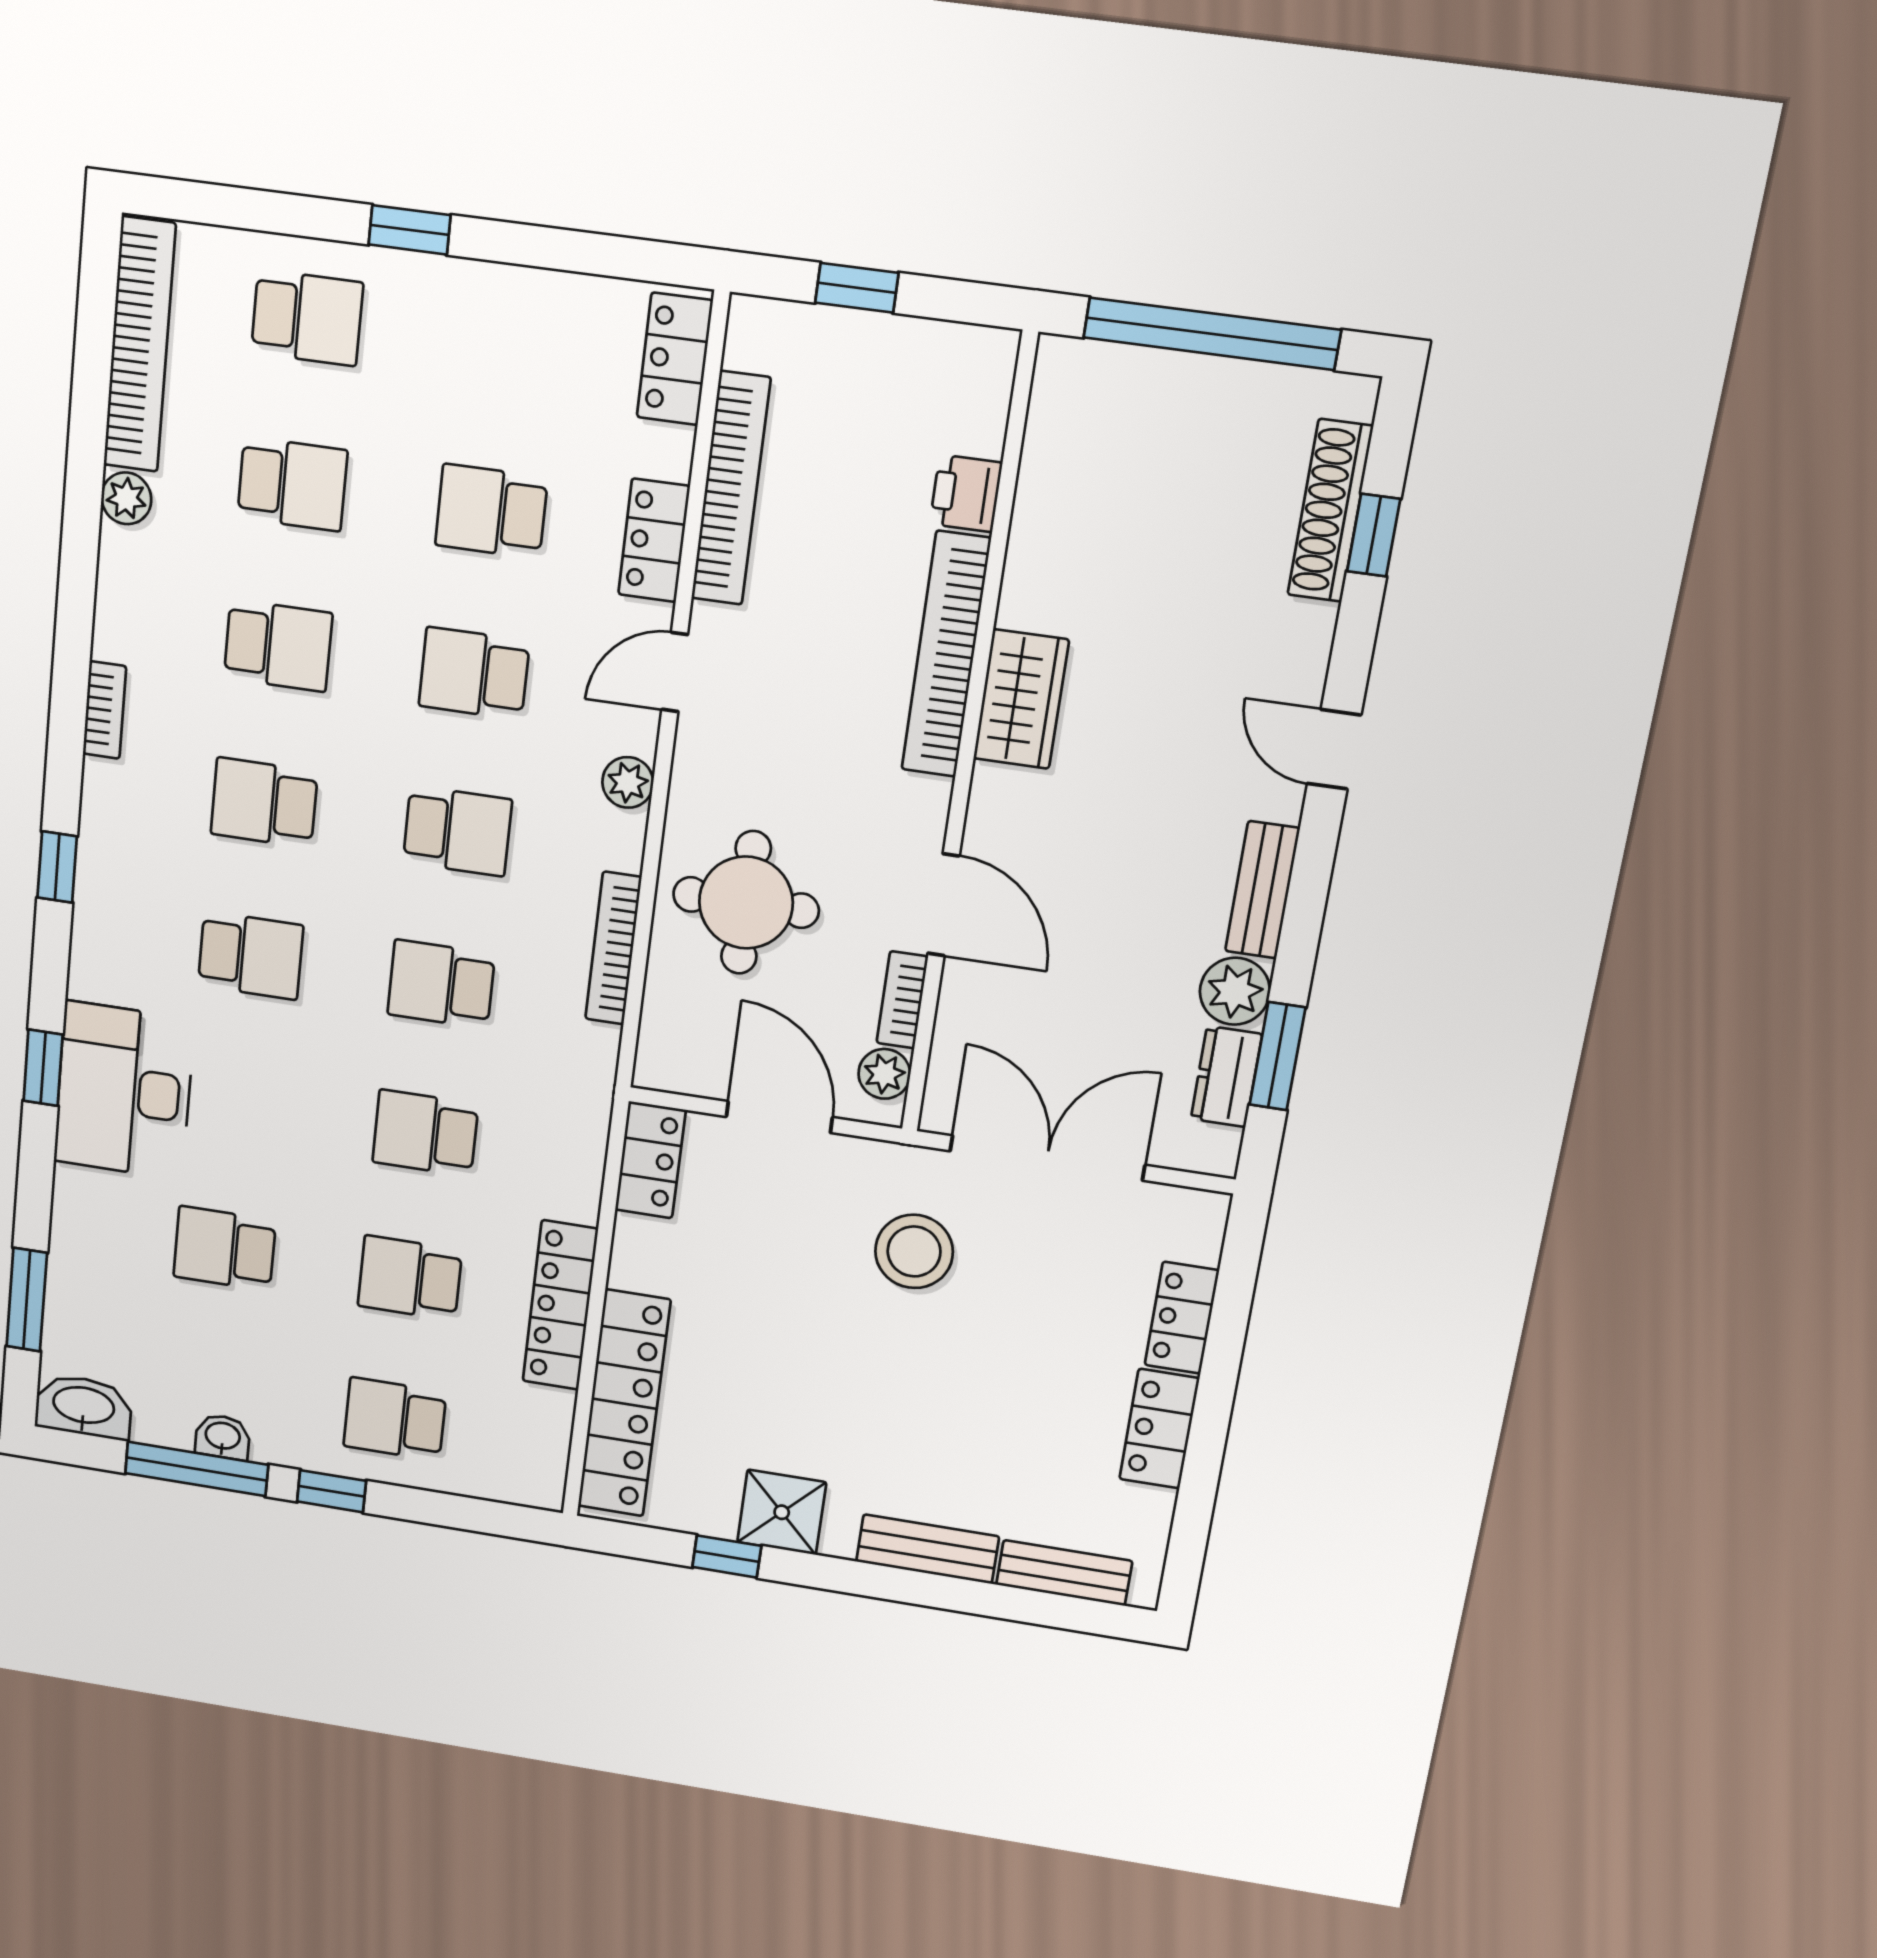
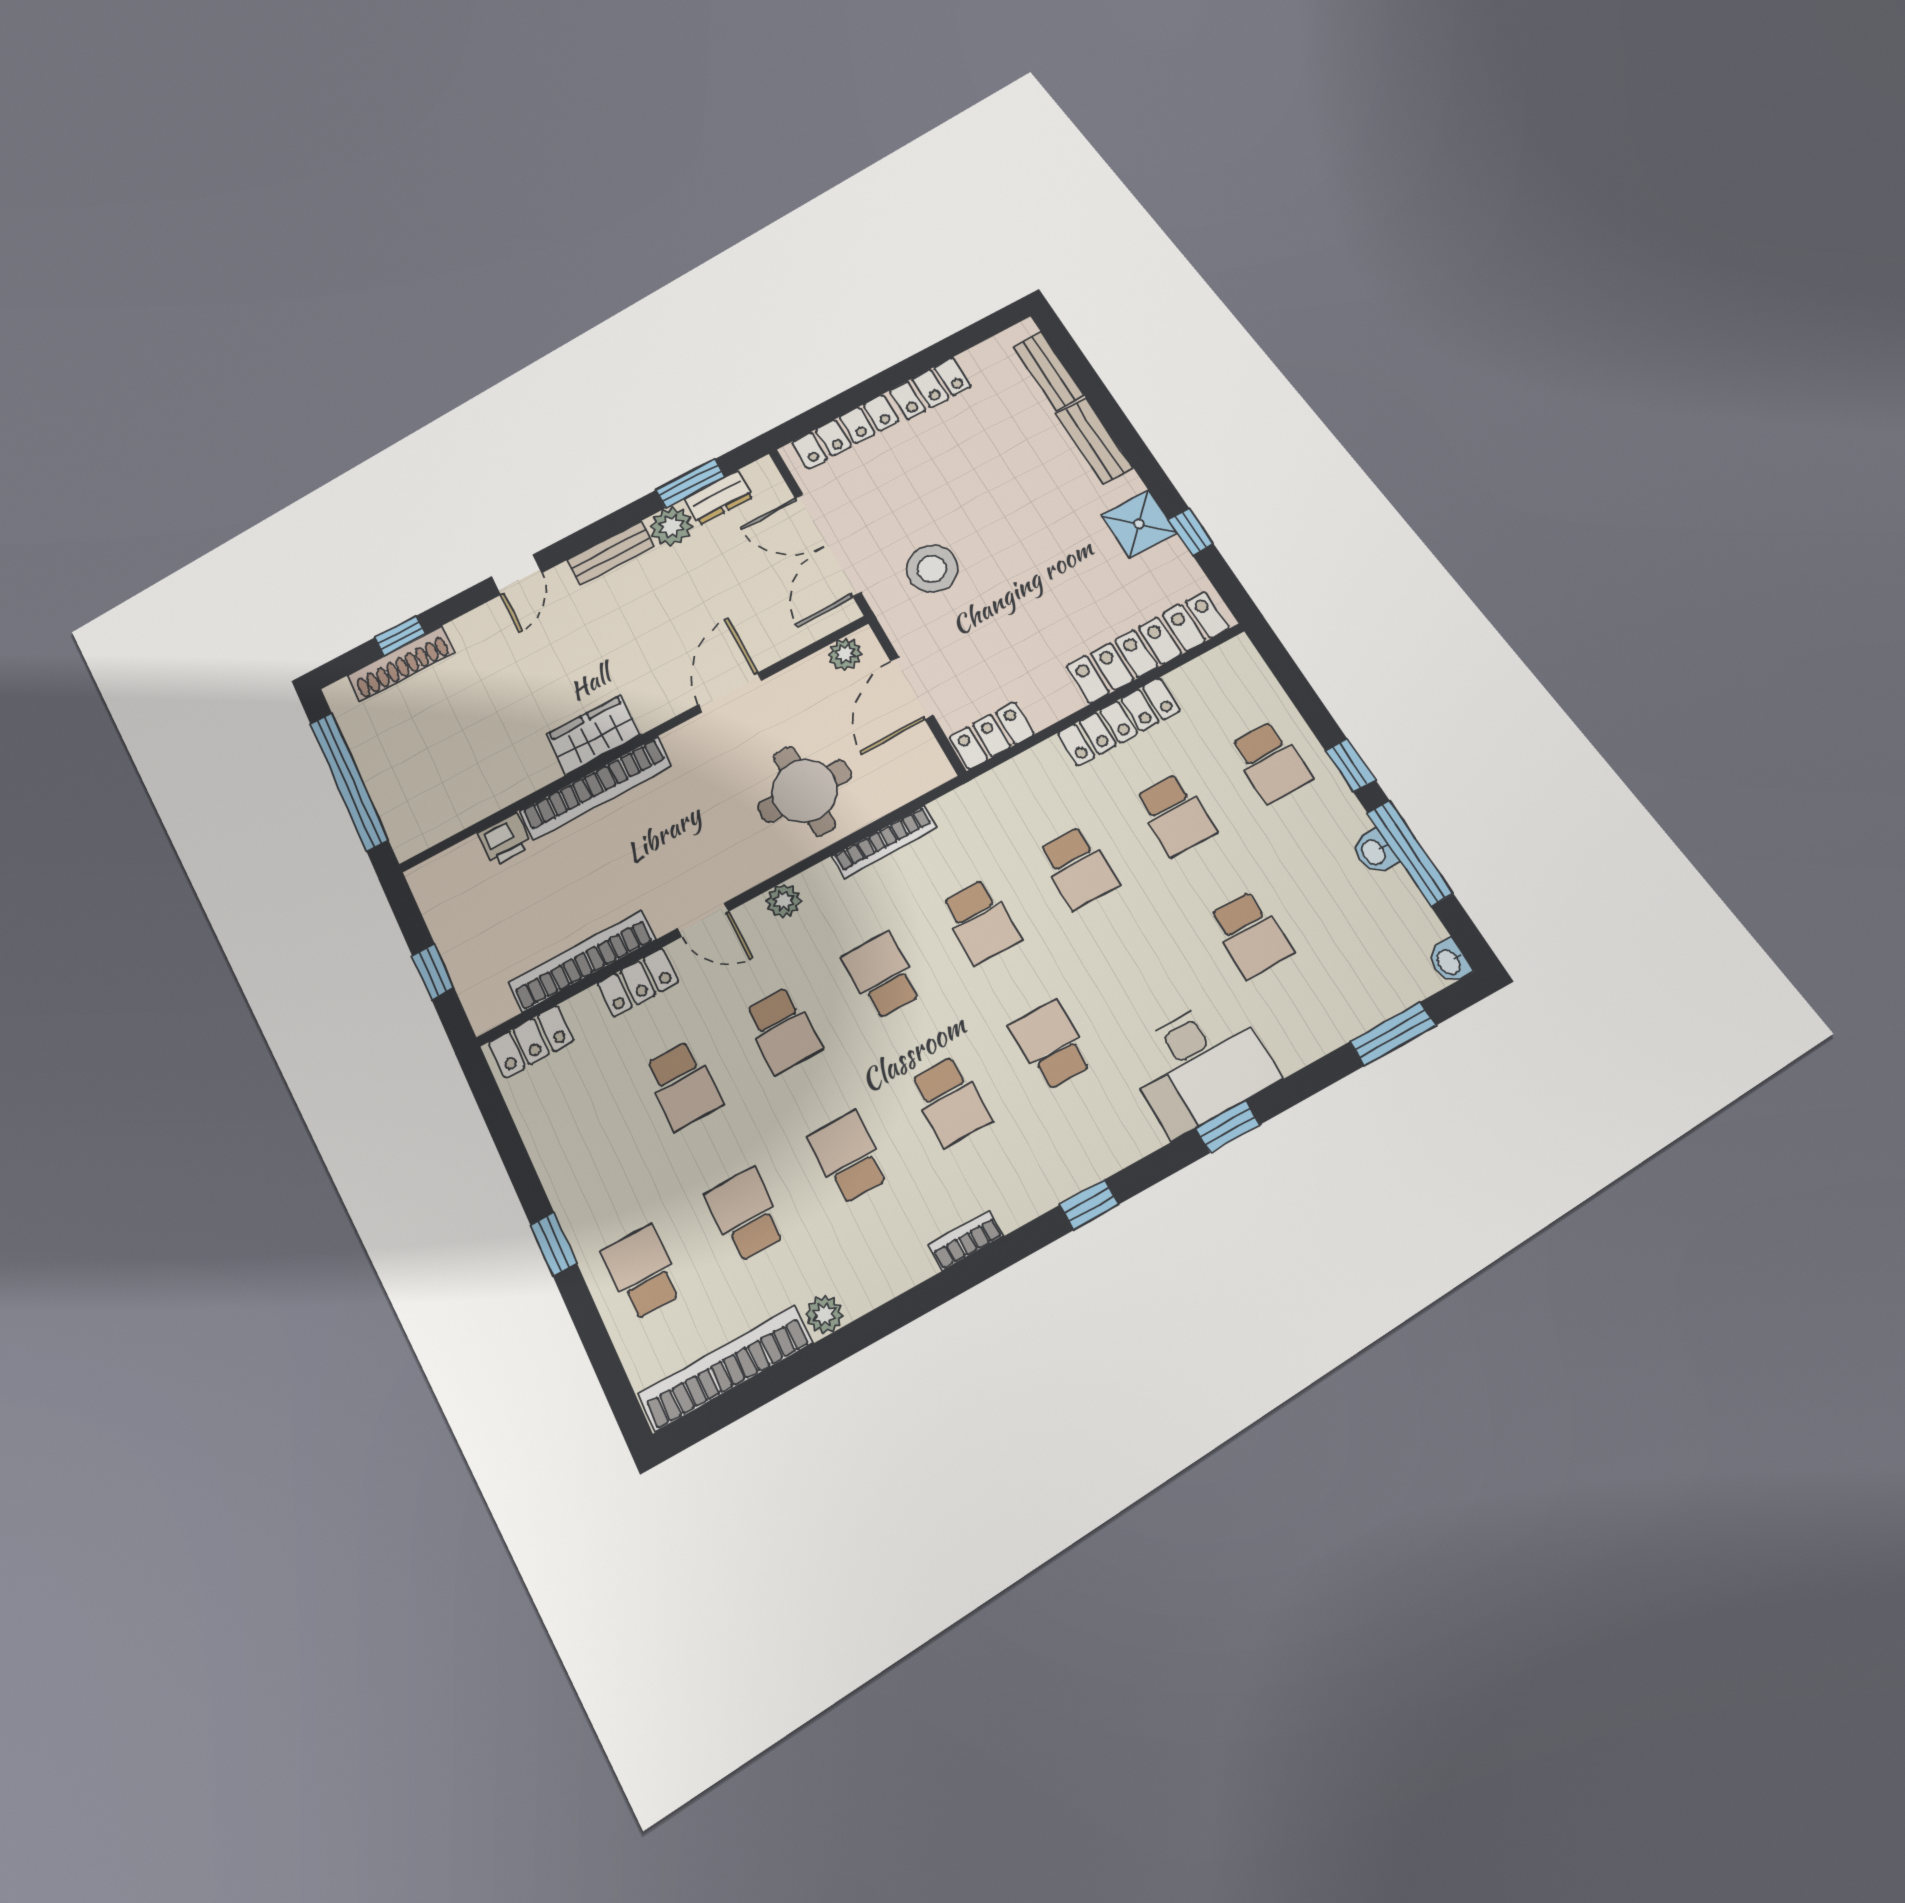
bookcase: (902, 1000) -> (797, 675), removed
locker: (1182, 1318) -> (845, 432), width x1.53
washbasin: (84, 1407) -> (1449, 962), width x0.52, depth x0.69

